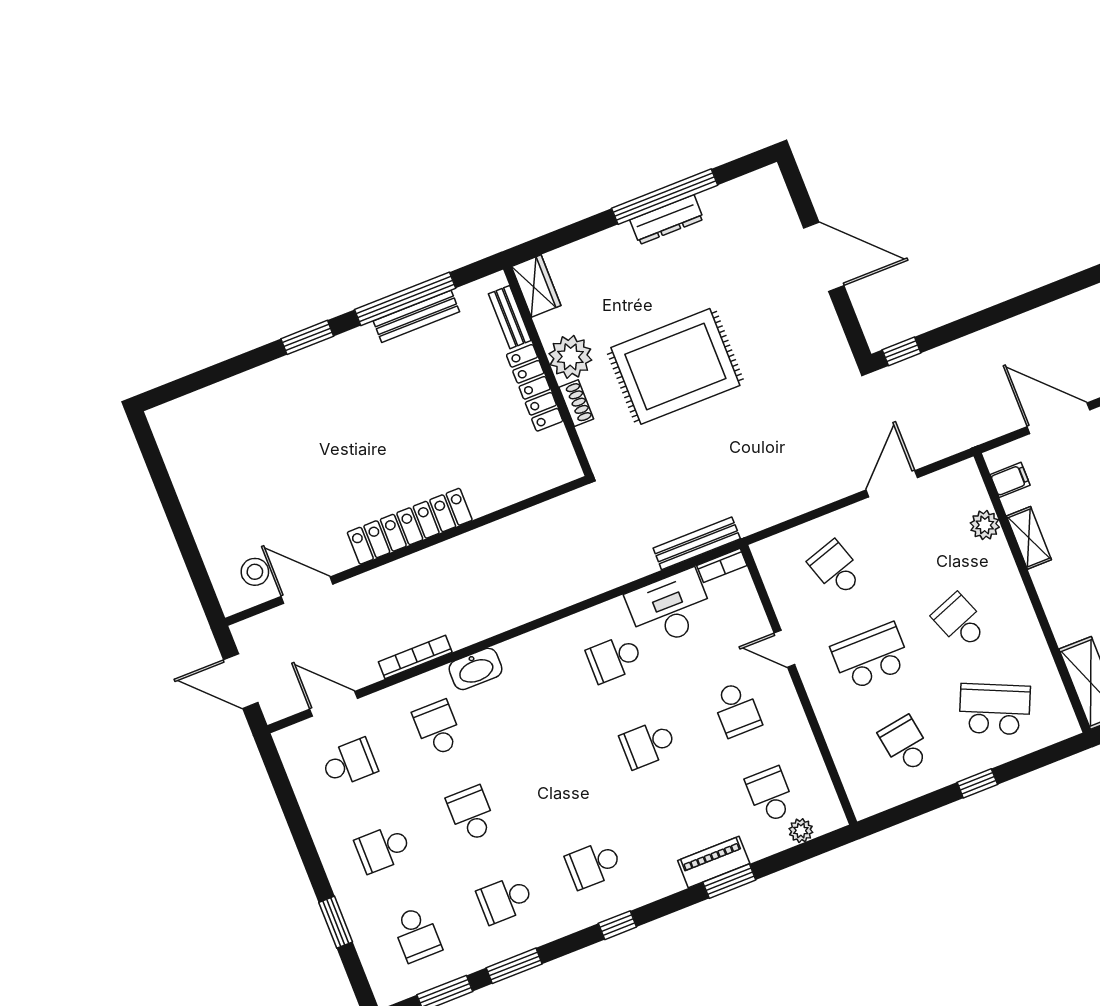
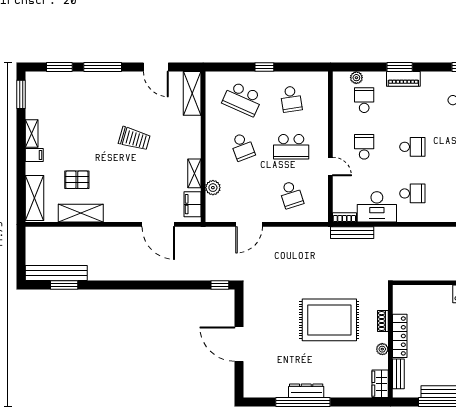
plant: (570, 357) -> (382, 349), width x0.53, depth x0.53
filing cabinet: (1010, 480) -> (193, 204), width x2.00
school desk: (770, 795) -> (364, 100), turned 180

